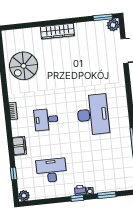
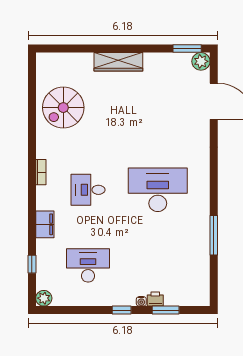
desk: (93, 115) -> (158, 190), turned -90
printer: (80, 190) -> (155, 299), moved

